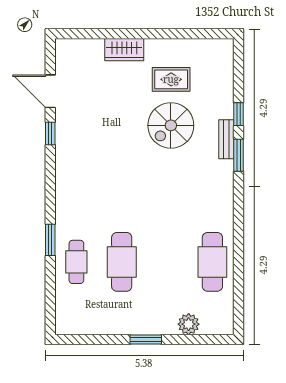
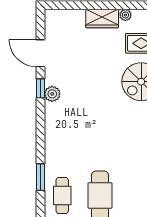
plant: (152, 46) -> (125, 15), added
plant: (64, 140) -> (52, 94), added

